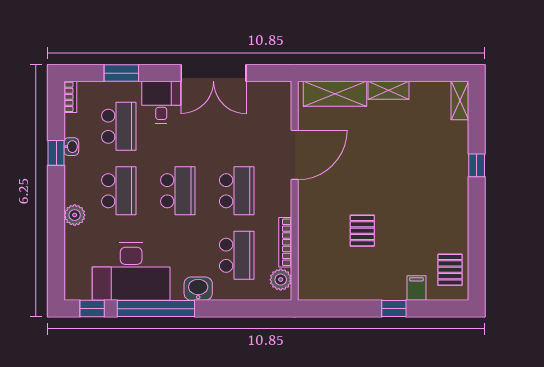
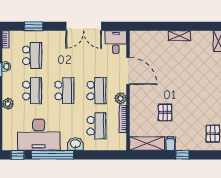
shelving: (335, 94) -> (147, 144), moved
desk: (161, 102) -> (116, 42), moved
door: (295, 155) -> (128, 71), hinge flipped
plant: (281, 280) -> (120, 98), moved
filing cabinet: (416, 288) -> (170, 144), moved

